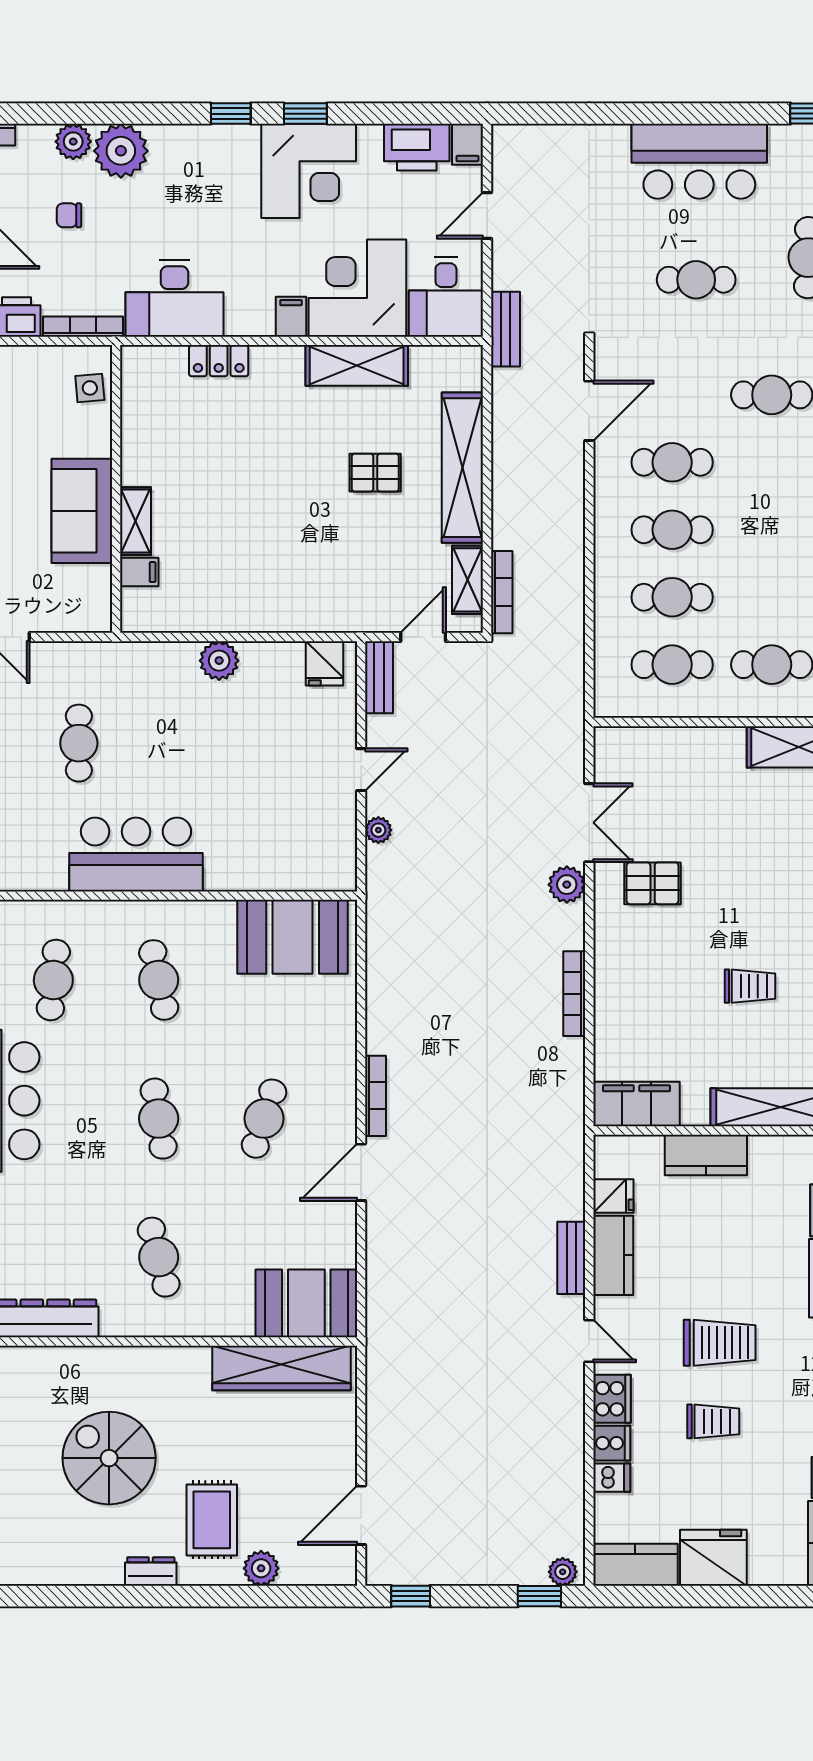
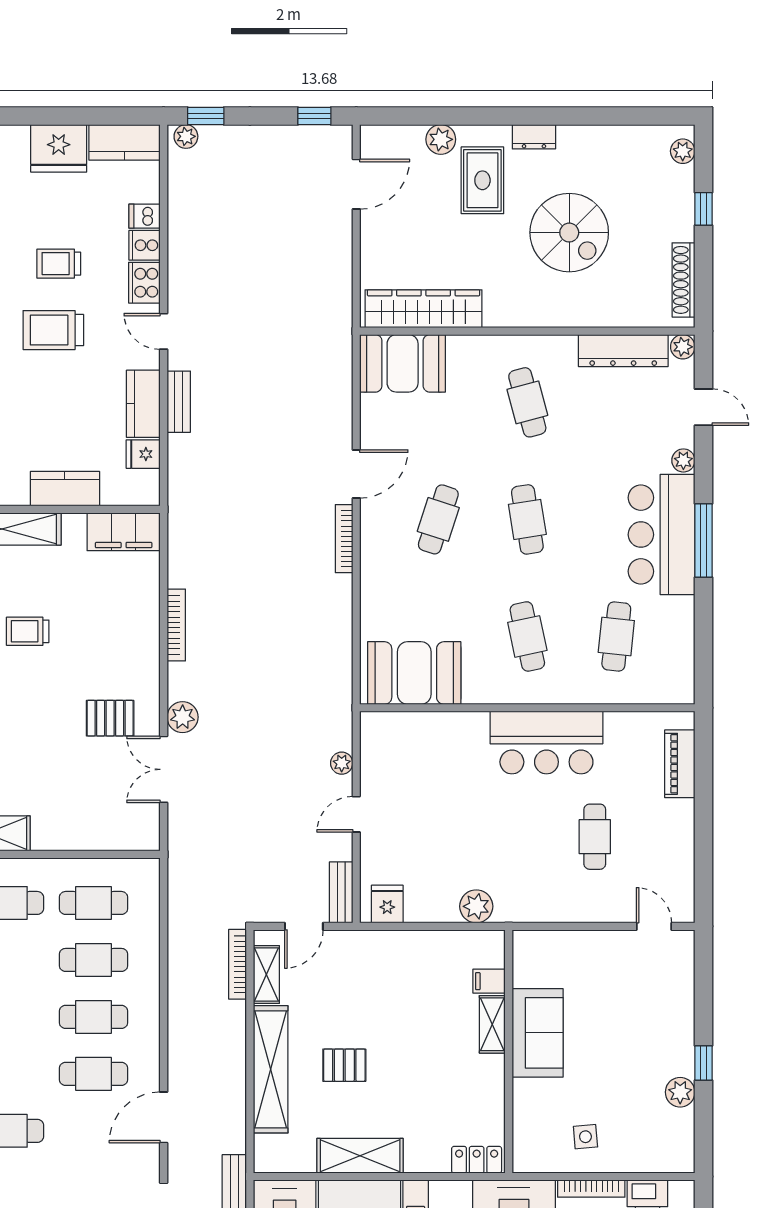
wall: (116, 489) -> (509, 1051), moved
sofa: (82, 511) -> (538, 1033), moved
shelving: (135, 521) -> (492, 1024), moved
filing cabinet: (139, 572) -> (489, 981), moved

